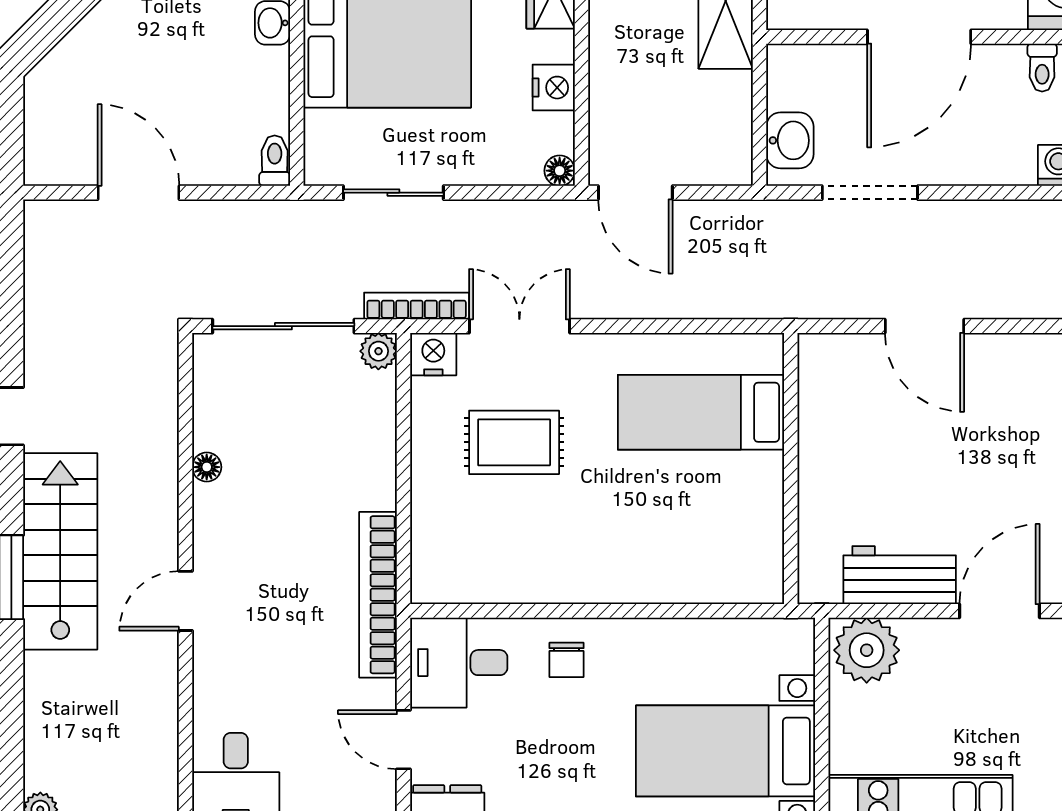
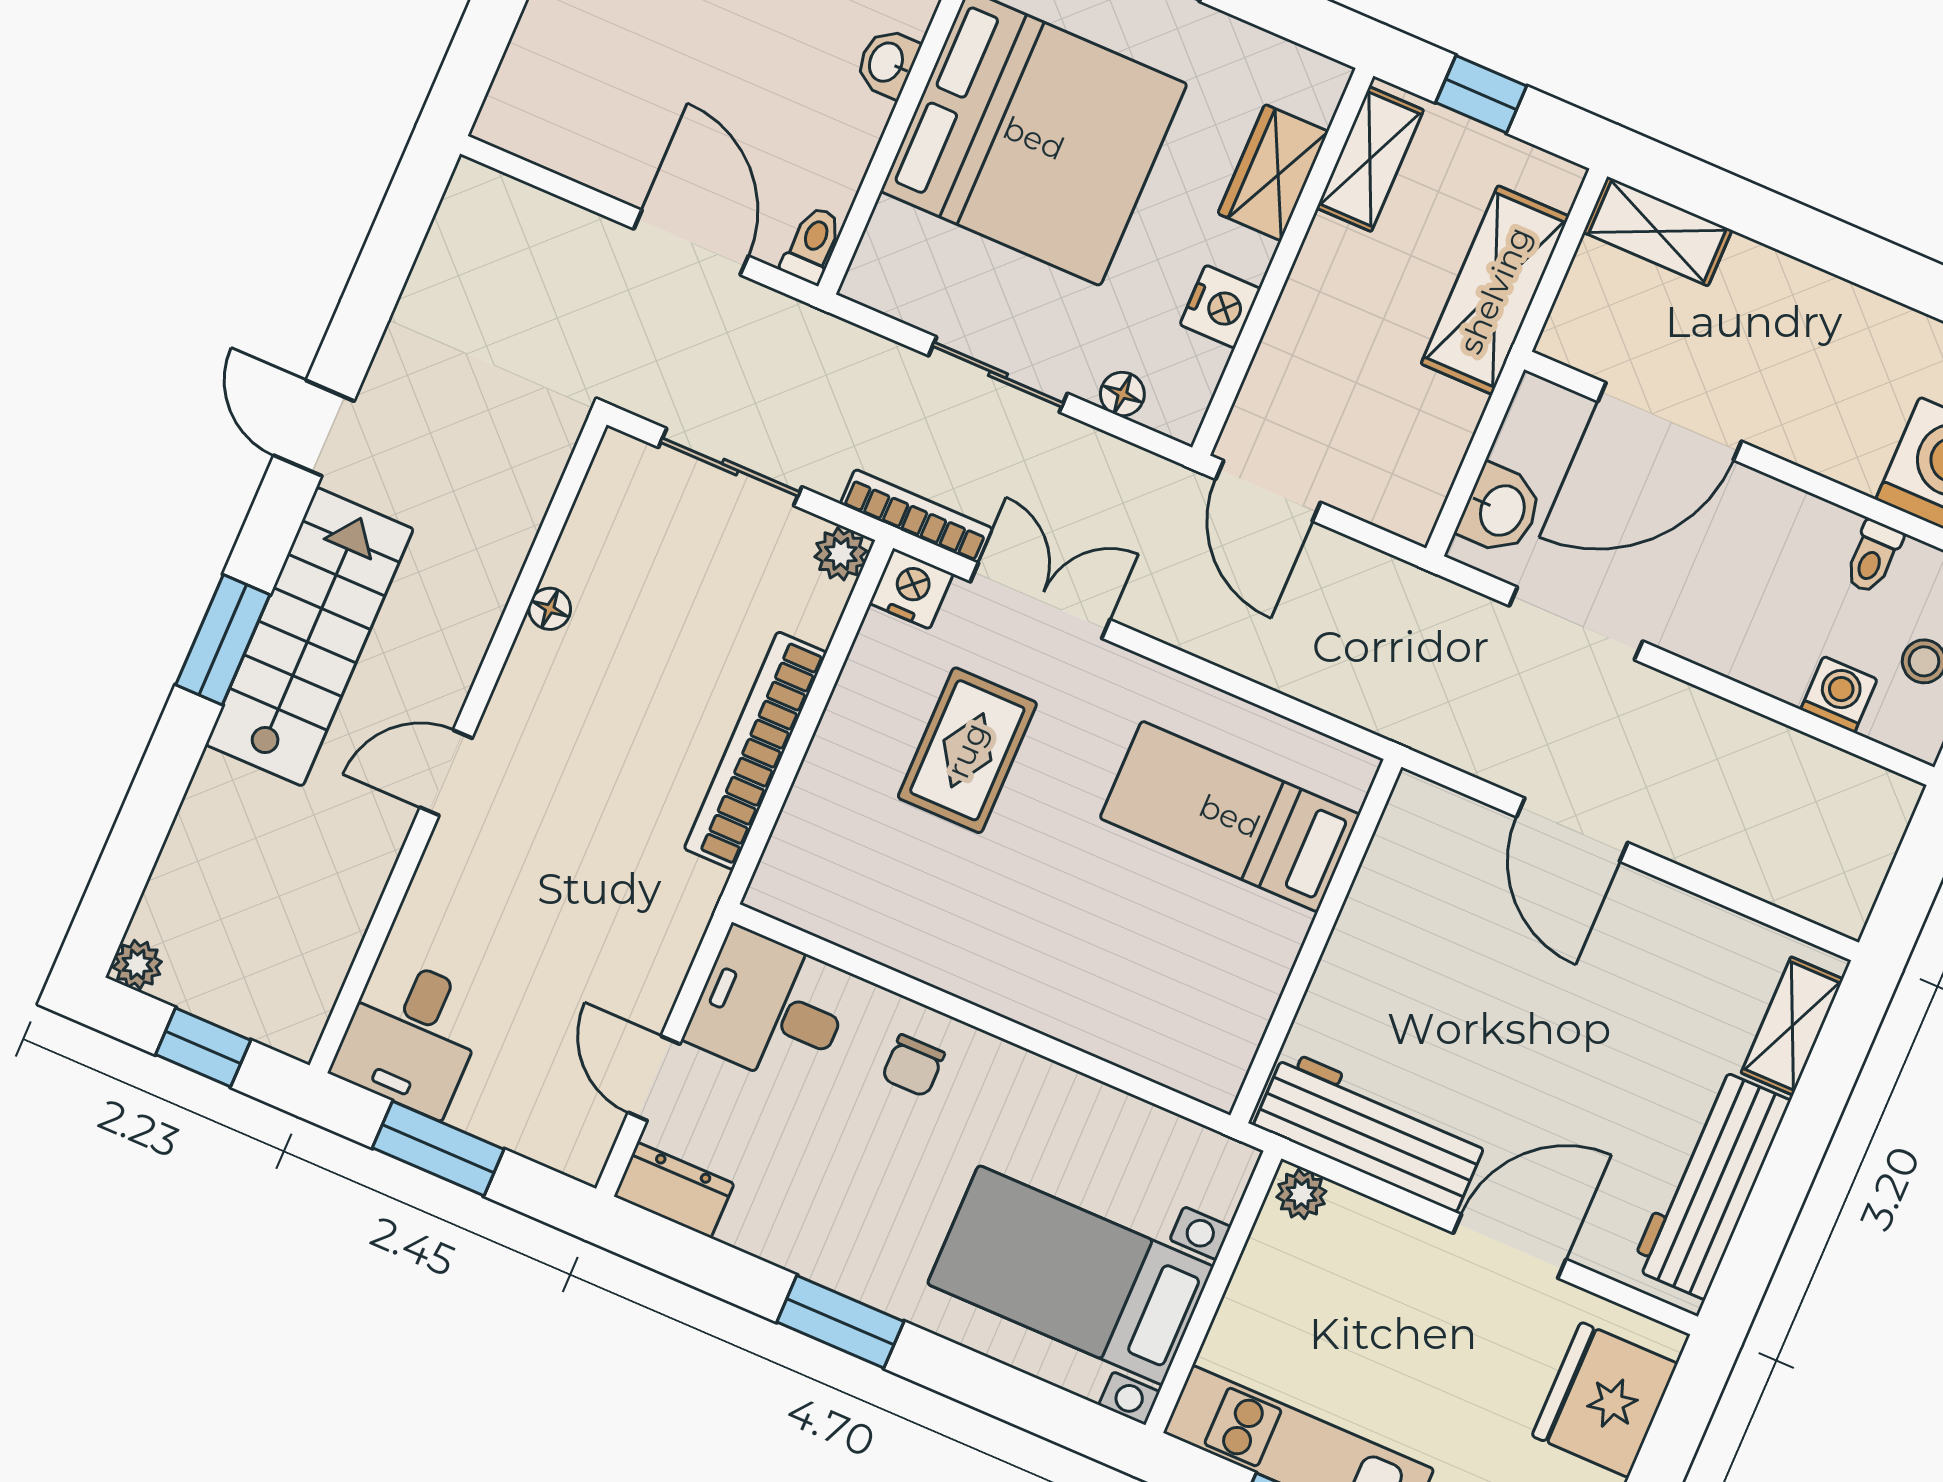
door: (919, 37) -> (1670, 421), moved
floor lamp: (560, 171) -> (1122, 394), moved
door: (138, 193) -> (691, 242), moved
sliding door: (393, 193) -> (998, 375), moved
sliding door: (283, 326) -> (730, 467), width x0.73
rug: (514, 442) -> (967, 750), turned 90
workbench: (900, 575) -> (1371, 1131), width x1.38
bookcase: (378, 595) -> (755, 751), moved
plant: (867, 650) -> (1301, 1194), width x0.53, depth x0.53

